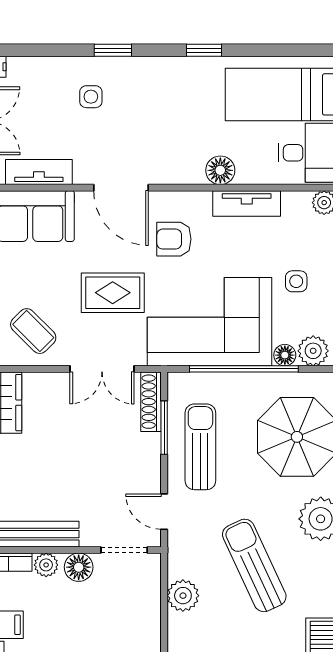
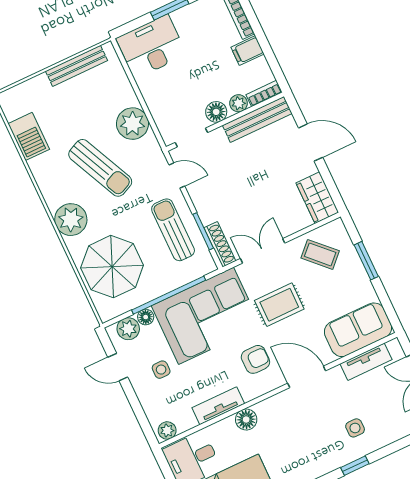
sun lounger: (200, 447) -> (173, 230), turned 180
plant: (183, 596) -> (132, 124), width x1.36, depth x1.36

